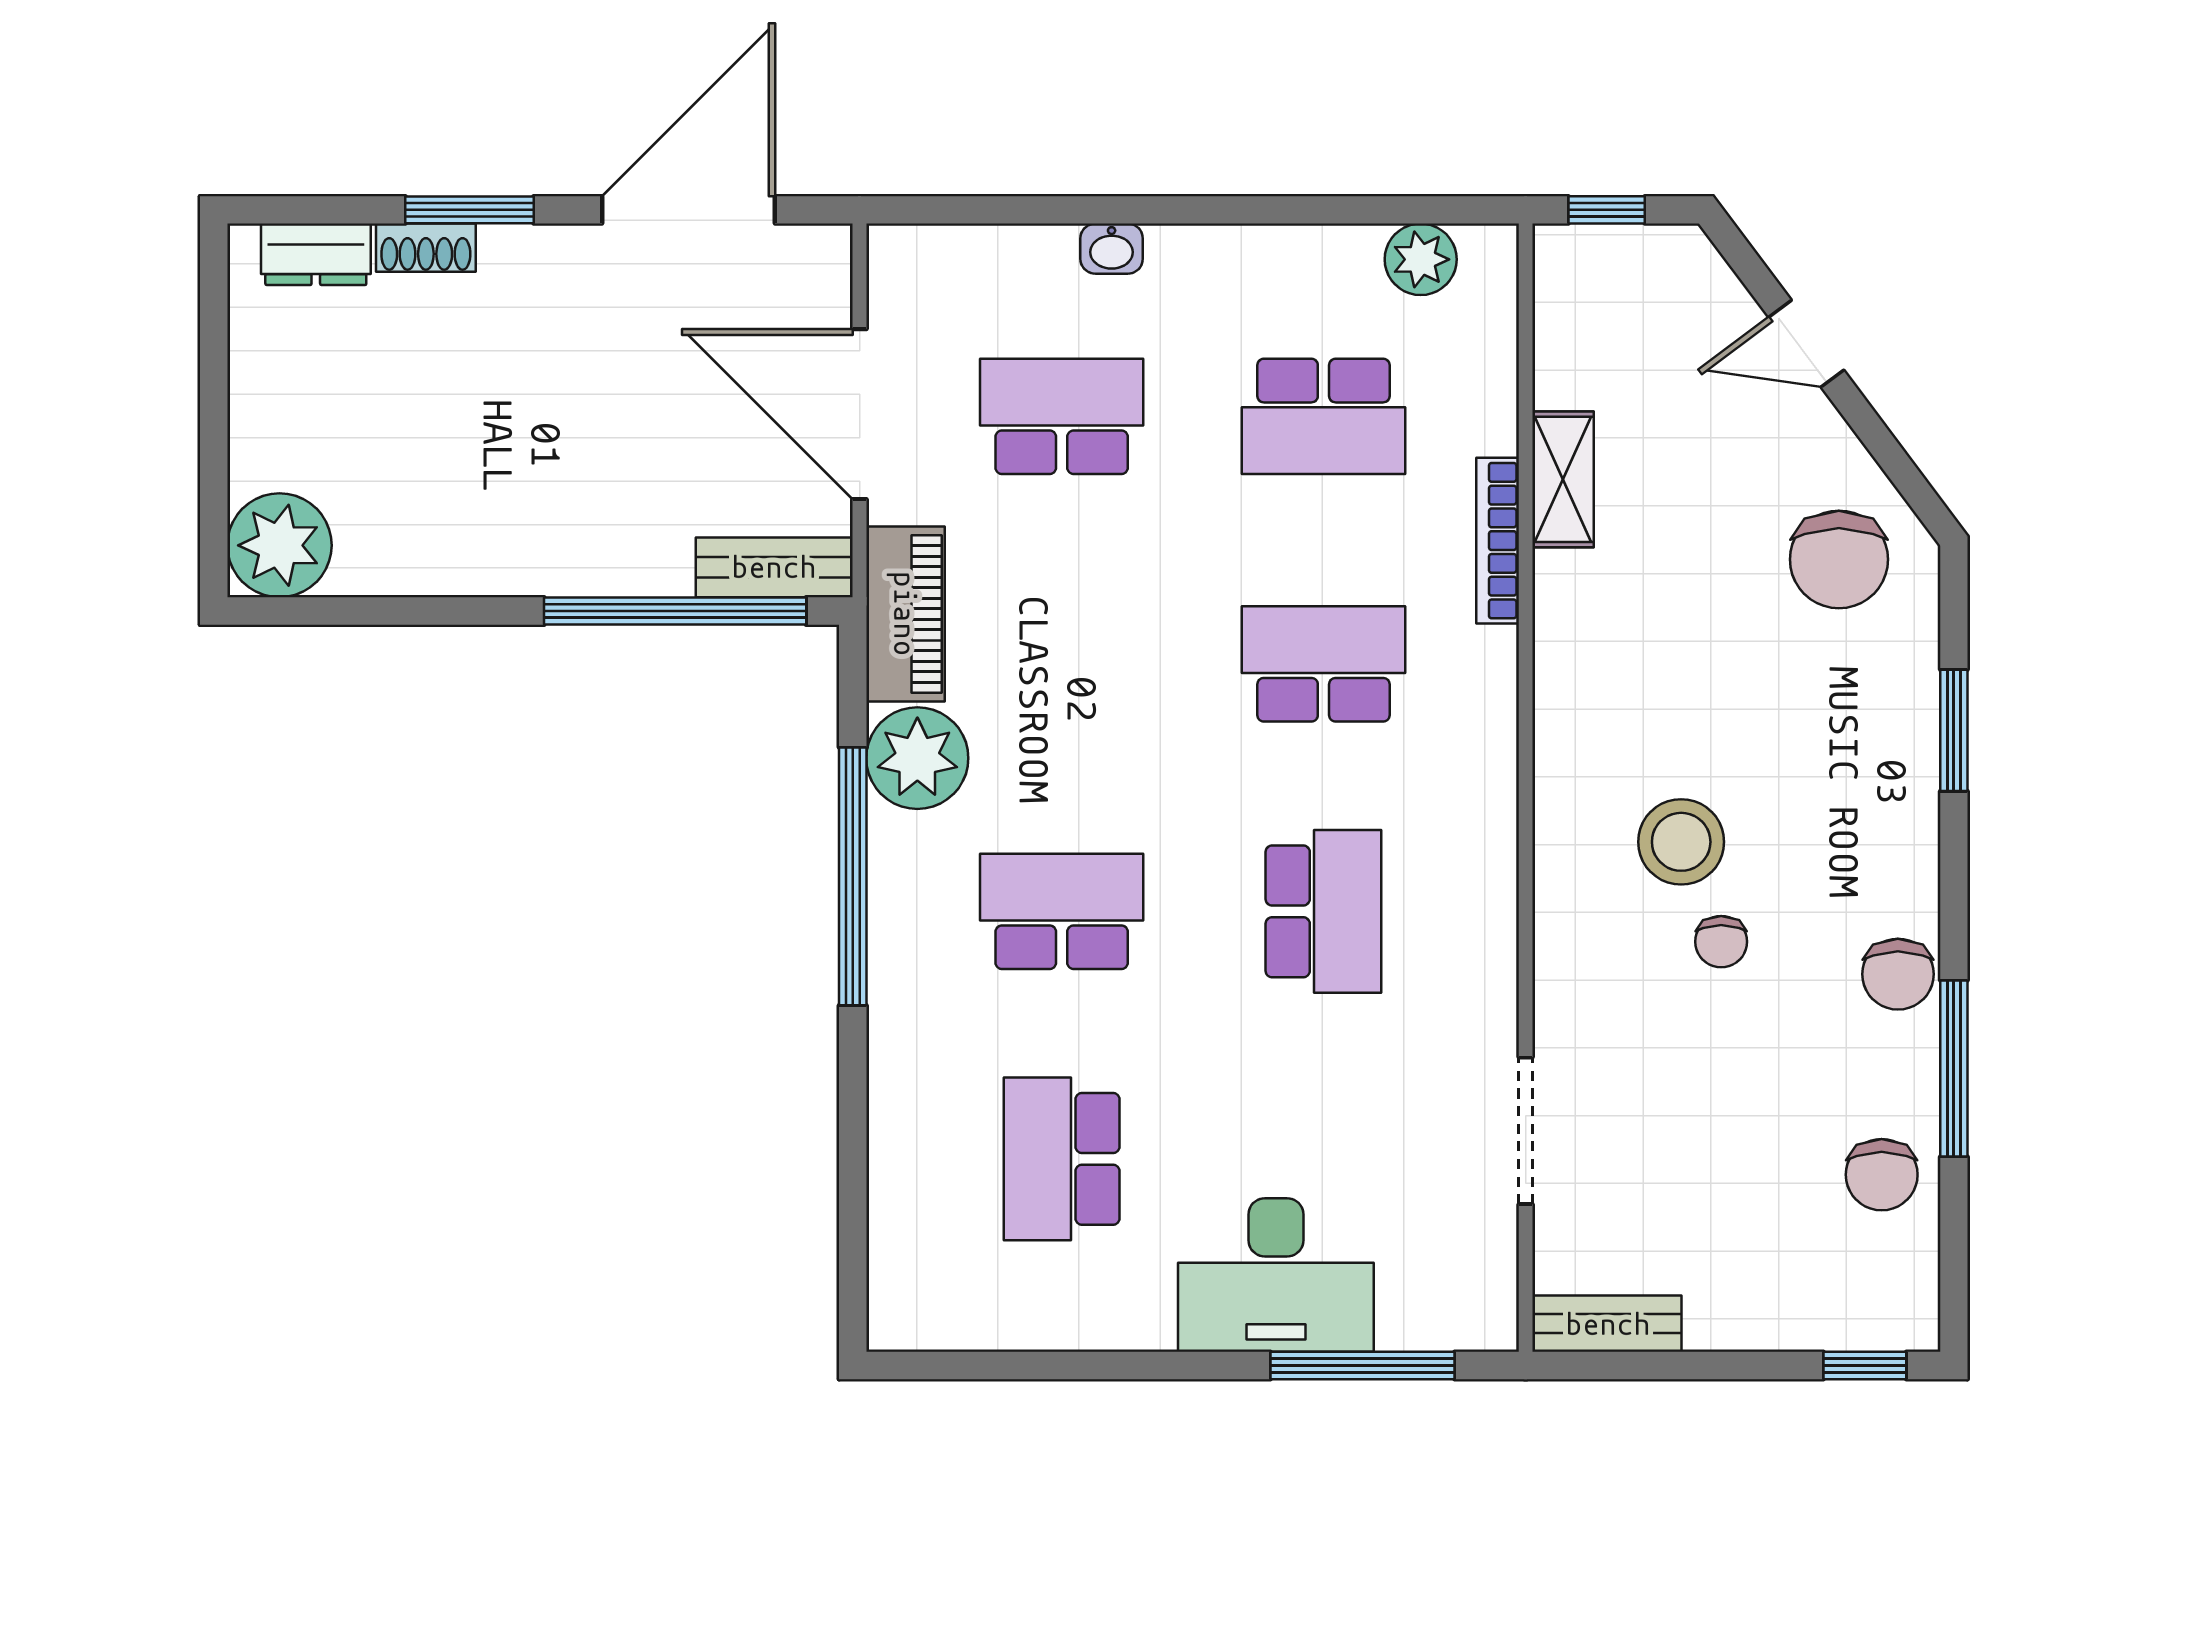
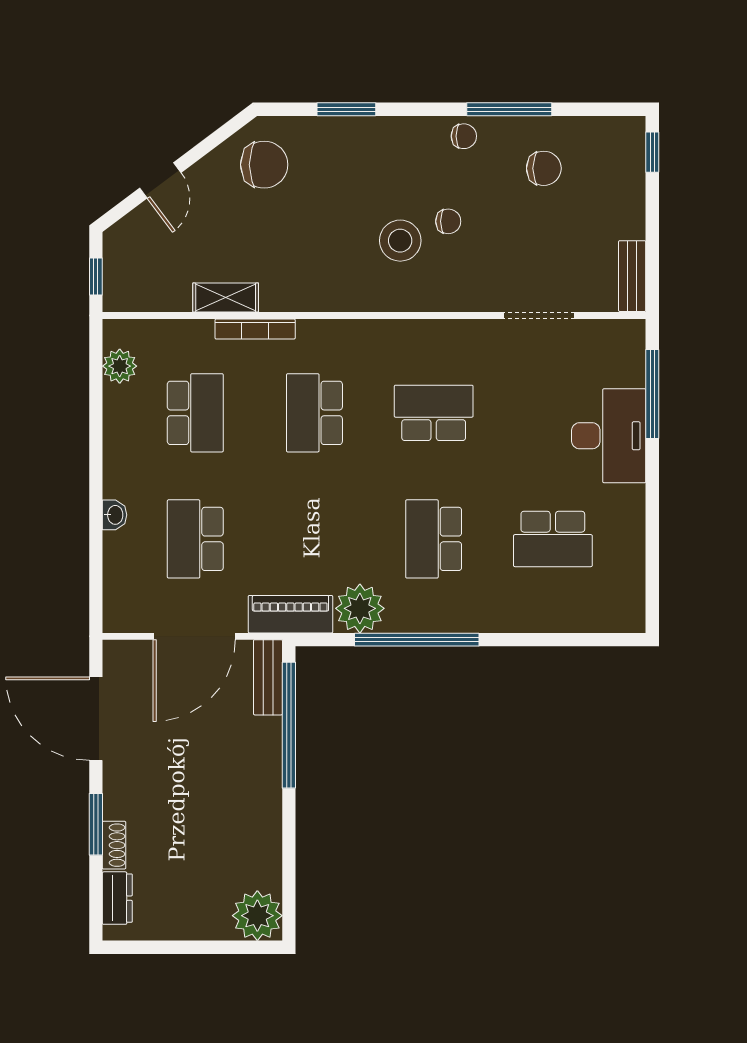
chair: (1898, 974) -> (464, 136), width x0.73, depth x0.73
chair: (1882, 1175) -> (544, 168), moved

